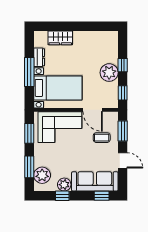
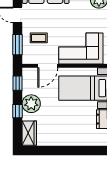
wardrobe: (60, 38) -> (29, 133), moved, turned 90
door: (93, 110) -> (48, 66), swing flipped

